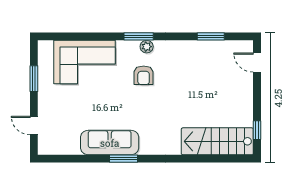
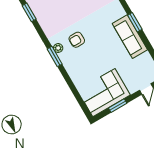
corner sofa: (85, 62) -> (104, 93), moved, turned -90
armchair: (144, 75) -> (77, 40), turned 180

